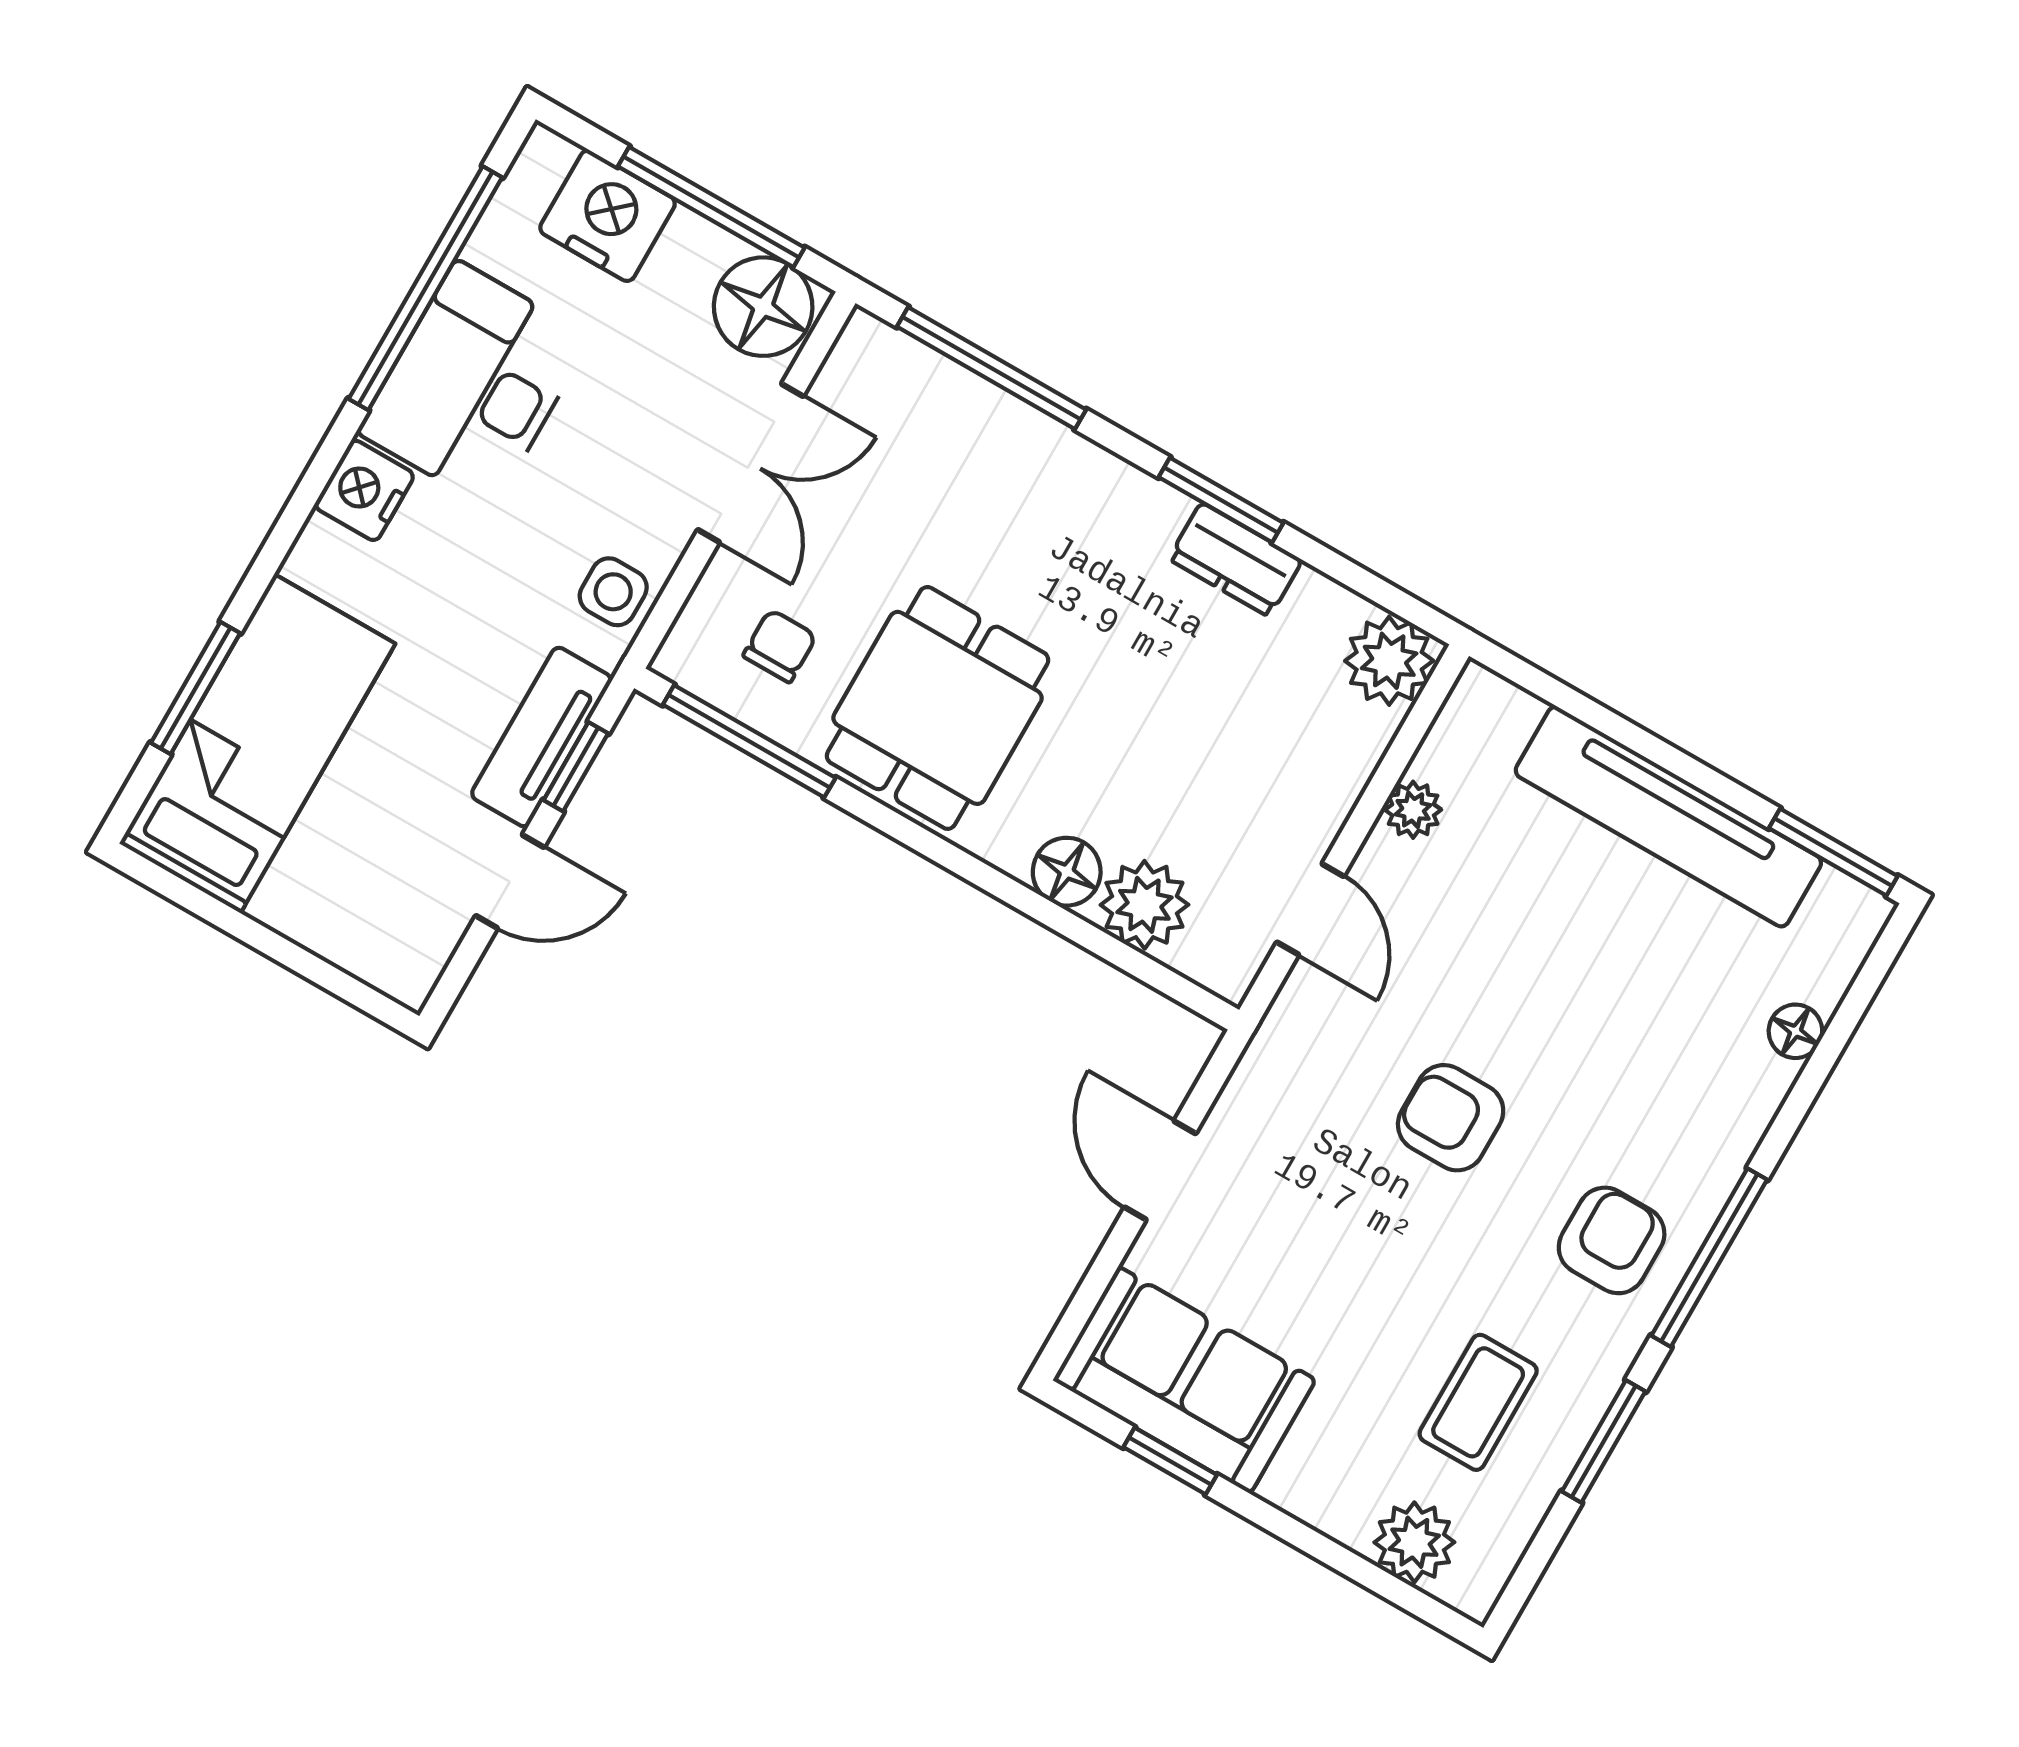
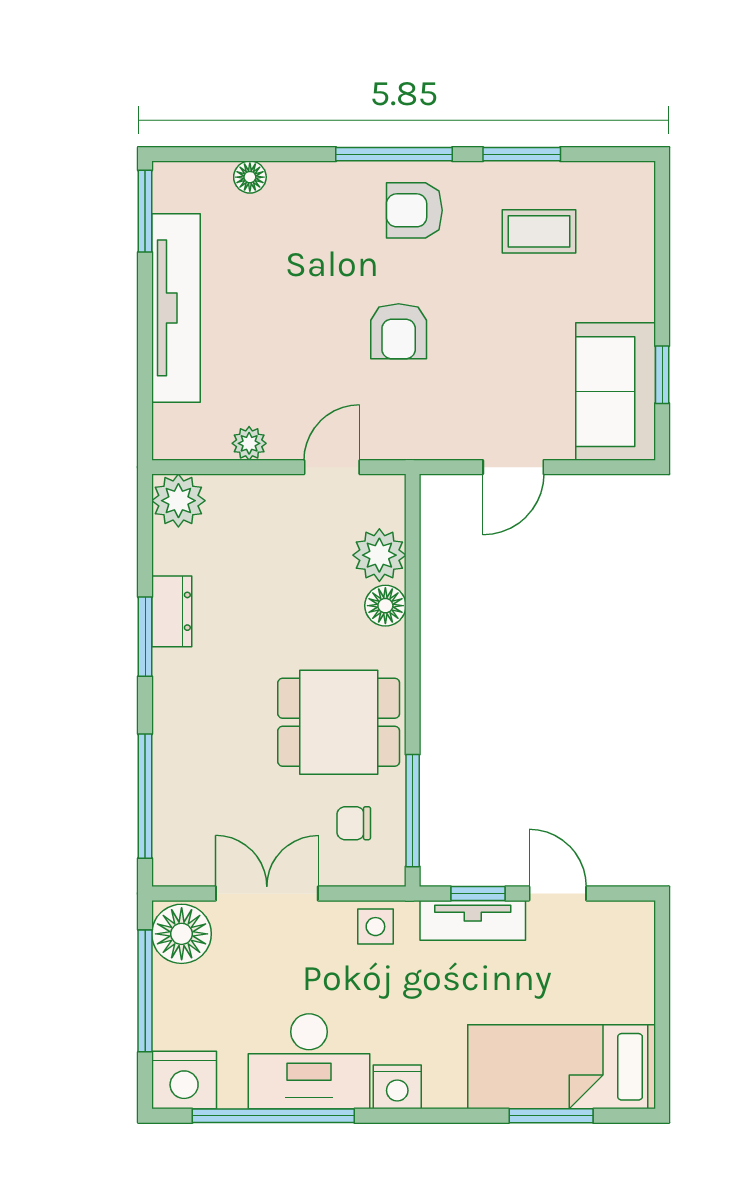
nightstand: (608, 216) -> (184, 1080), moved, turned -90
plant: (1414, 1542) -> (631, 223), removed

